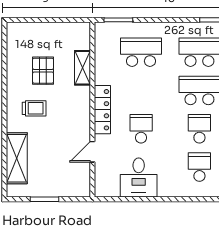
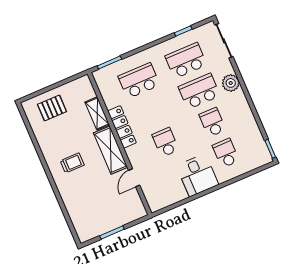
pallet: (43, 71) -> (52, 108), moved, turned 90
locker: (102, 110) -> (122, 127), moved
shelving: (17, 158) -> (111, 150), moved
desk: (139, 178) -> (197, 175), moved

